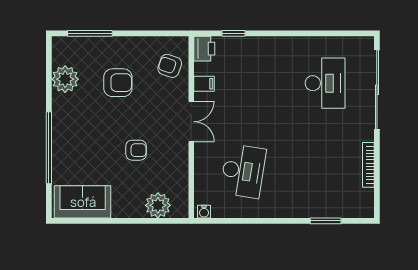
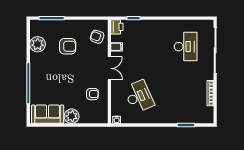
armchair: (136, 150) -> (92, 94), moved
desk: (243, 171) -> (139, 97), turned -33
plant: (158, 205) -> (72, 116), moved

